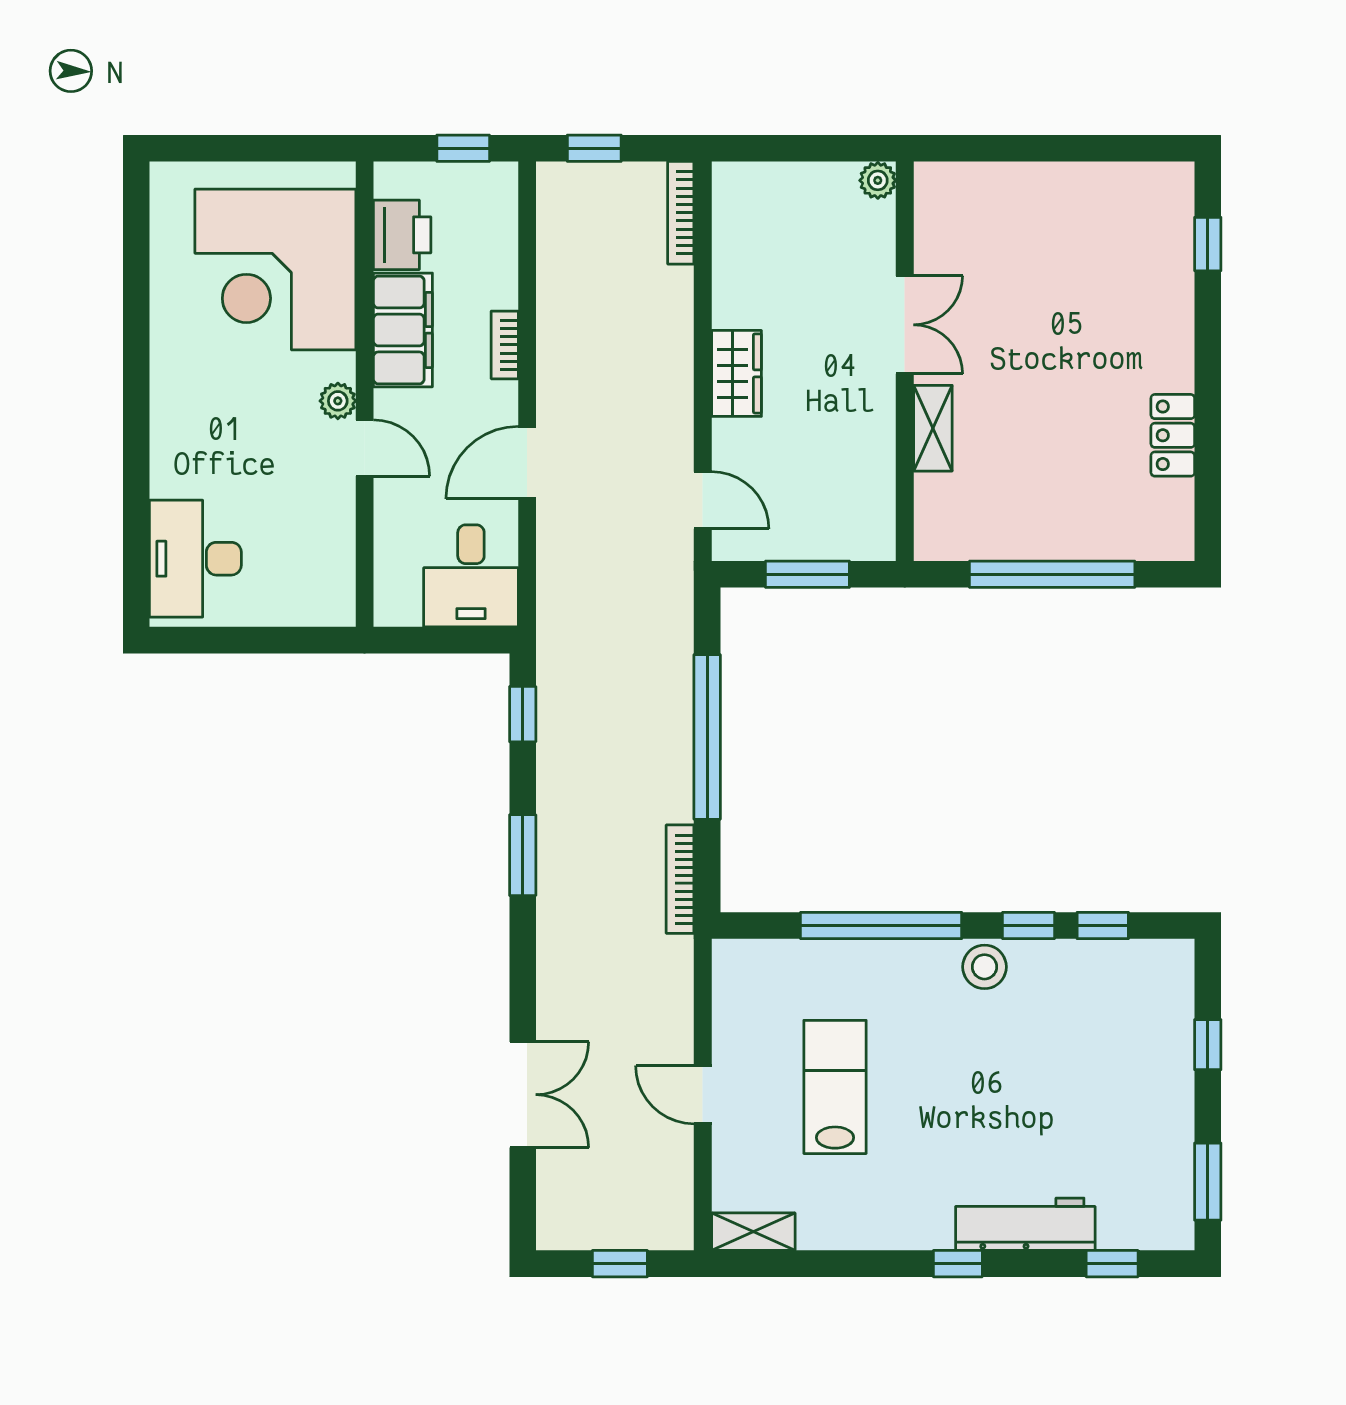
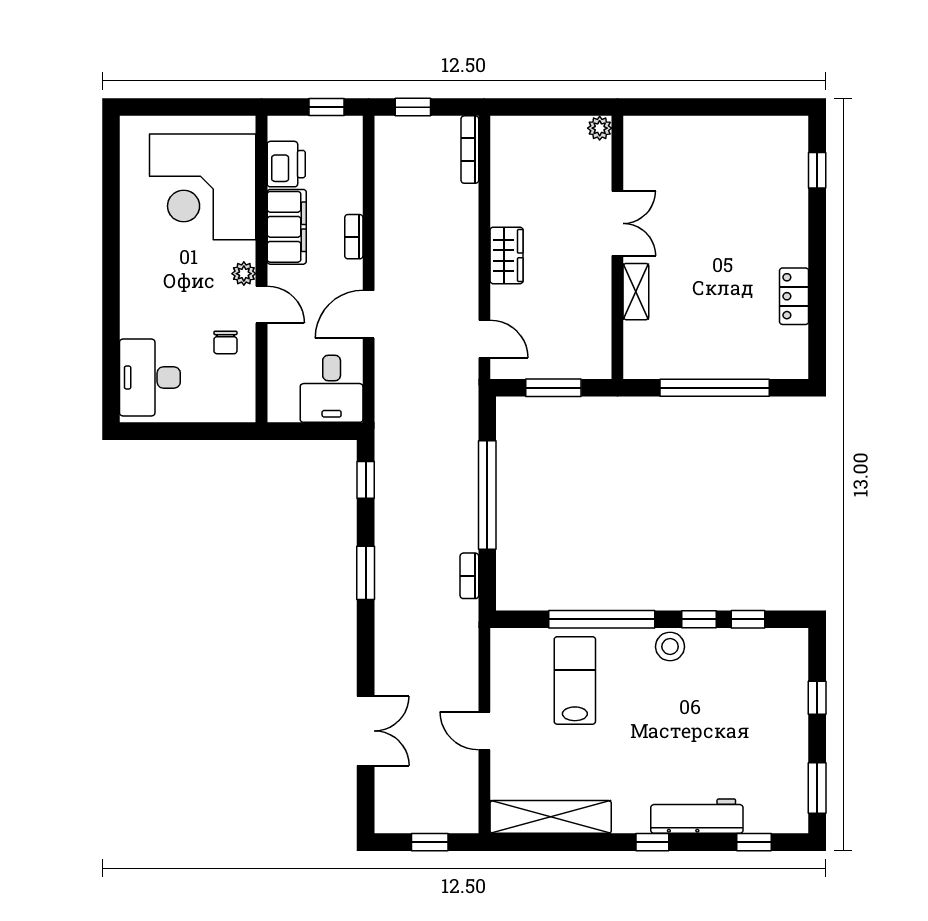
chair: (310, 506) -> (225, 342), added
bookcase: (680, 879) -> (469, 576), width x0.64
lab bench: (835, 1087) -> (575, 680), moved
shelving: (753, 1232) -> (551, 817), width x2.20, depth x1.33

